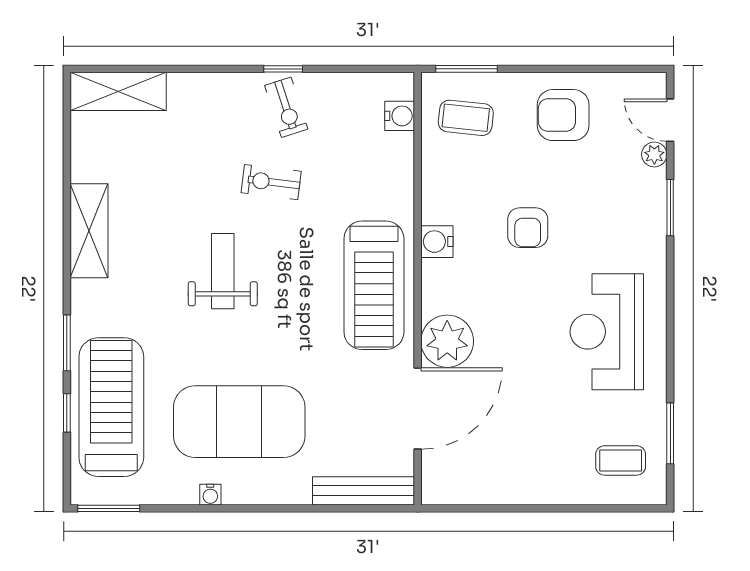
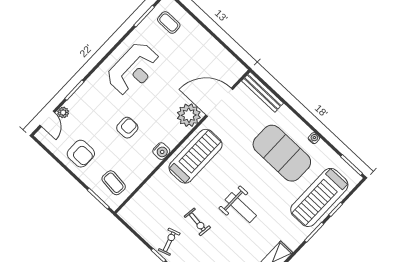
water cooler: (400, 116) -> (135, 204), removed
weight bench: (223, 271) -> (241, 208), turned -90

